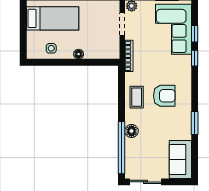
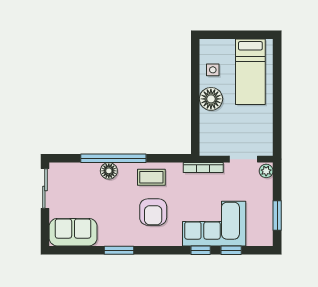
corner sofa: (173, 29) -> (214, 224), moved
floor lamp: (79, 54) -> (211, 99), width x1.89, depth x1.89
window: (122, 148) -> (113, 158), moved

